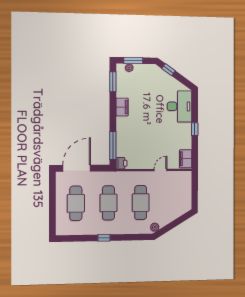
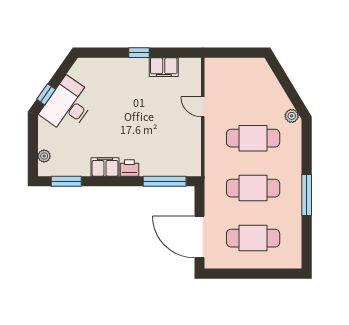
window: (133, 60) -> (33, 150), removed
desk: (180, 106) -> (68, 105), moved, turned -55
filing cabinet: (186, 159) -> (164, 67), moved
printer: (121, 163) -> (129, 168), moved
window: (104, 238) -> (307, 195), width x2.17

